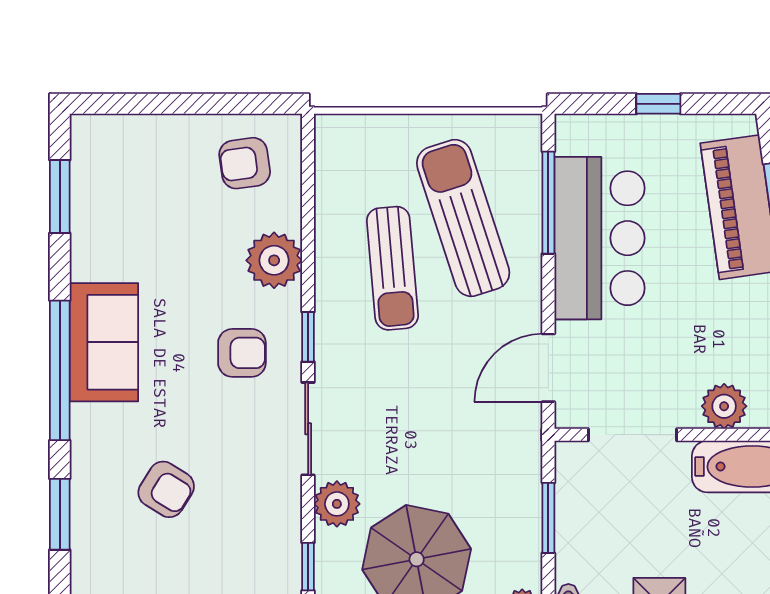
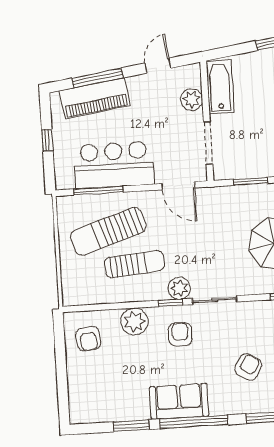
window: (60, 197) -> (131, 426), moved
plant: (337, 504) -> (179, 288), moved

